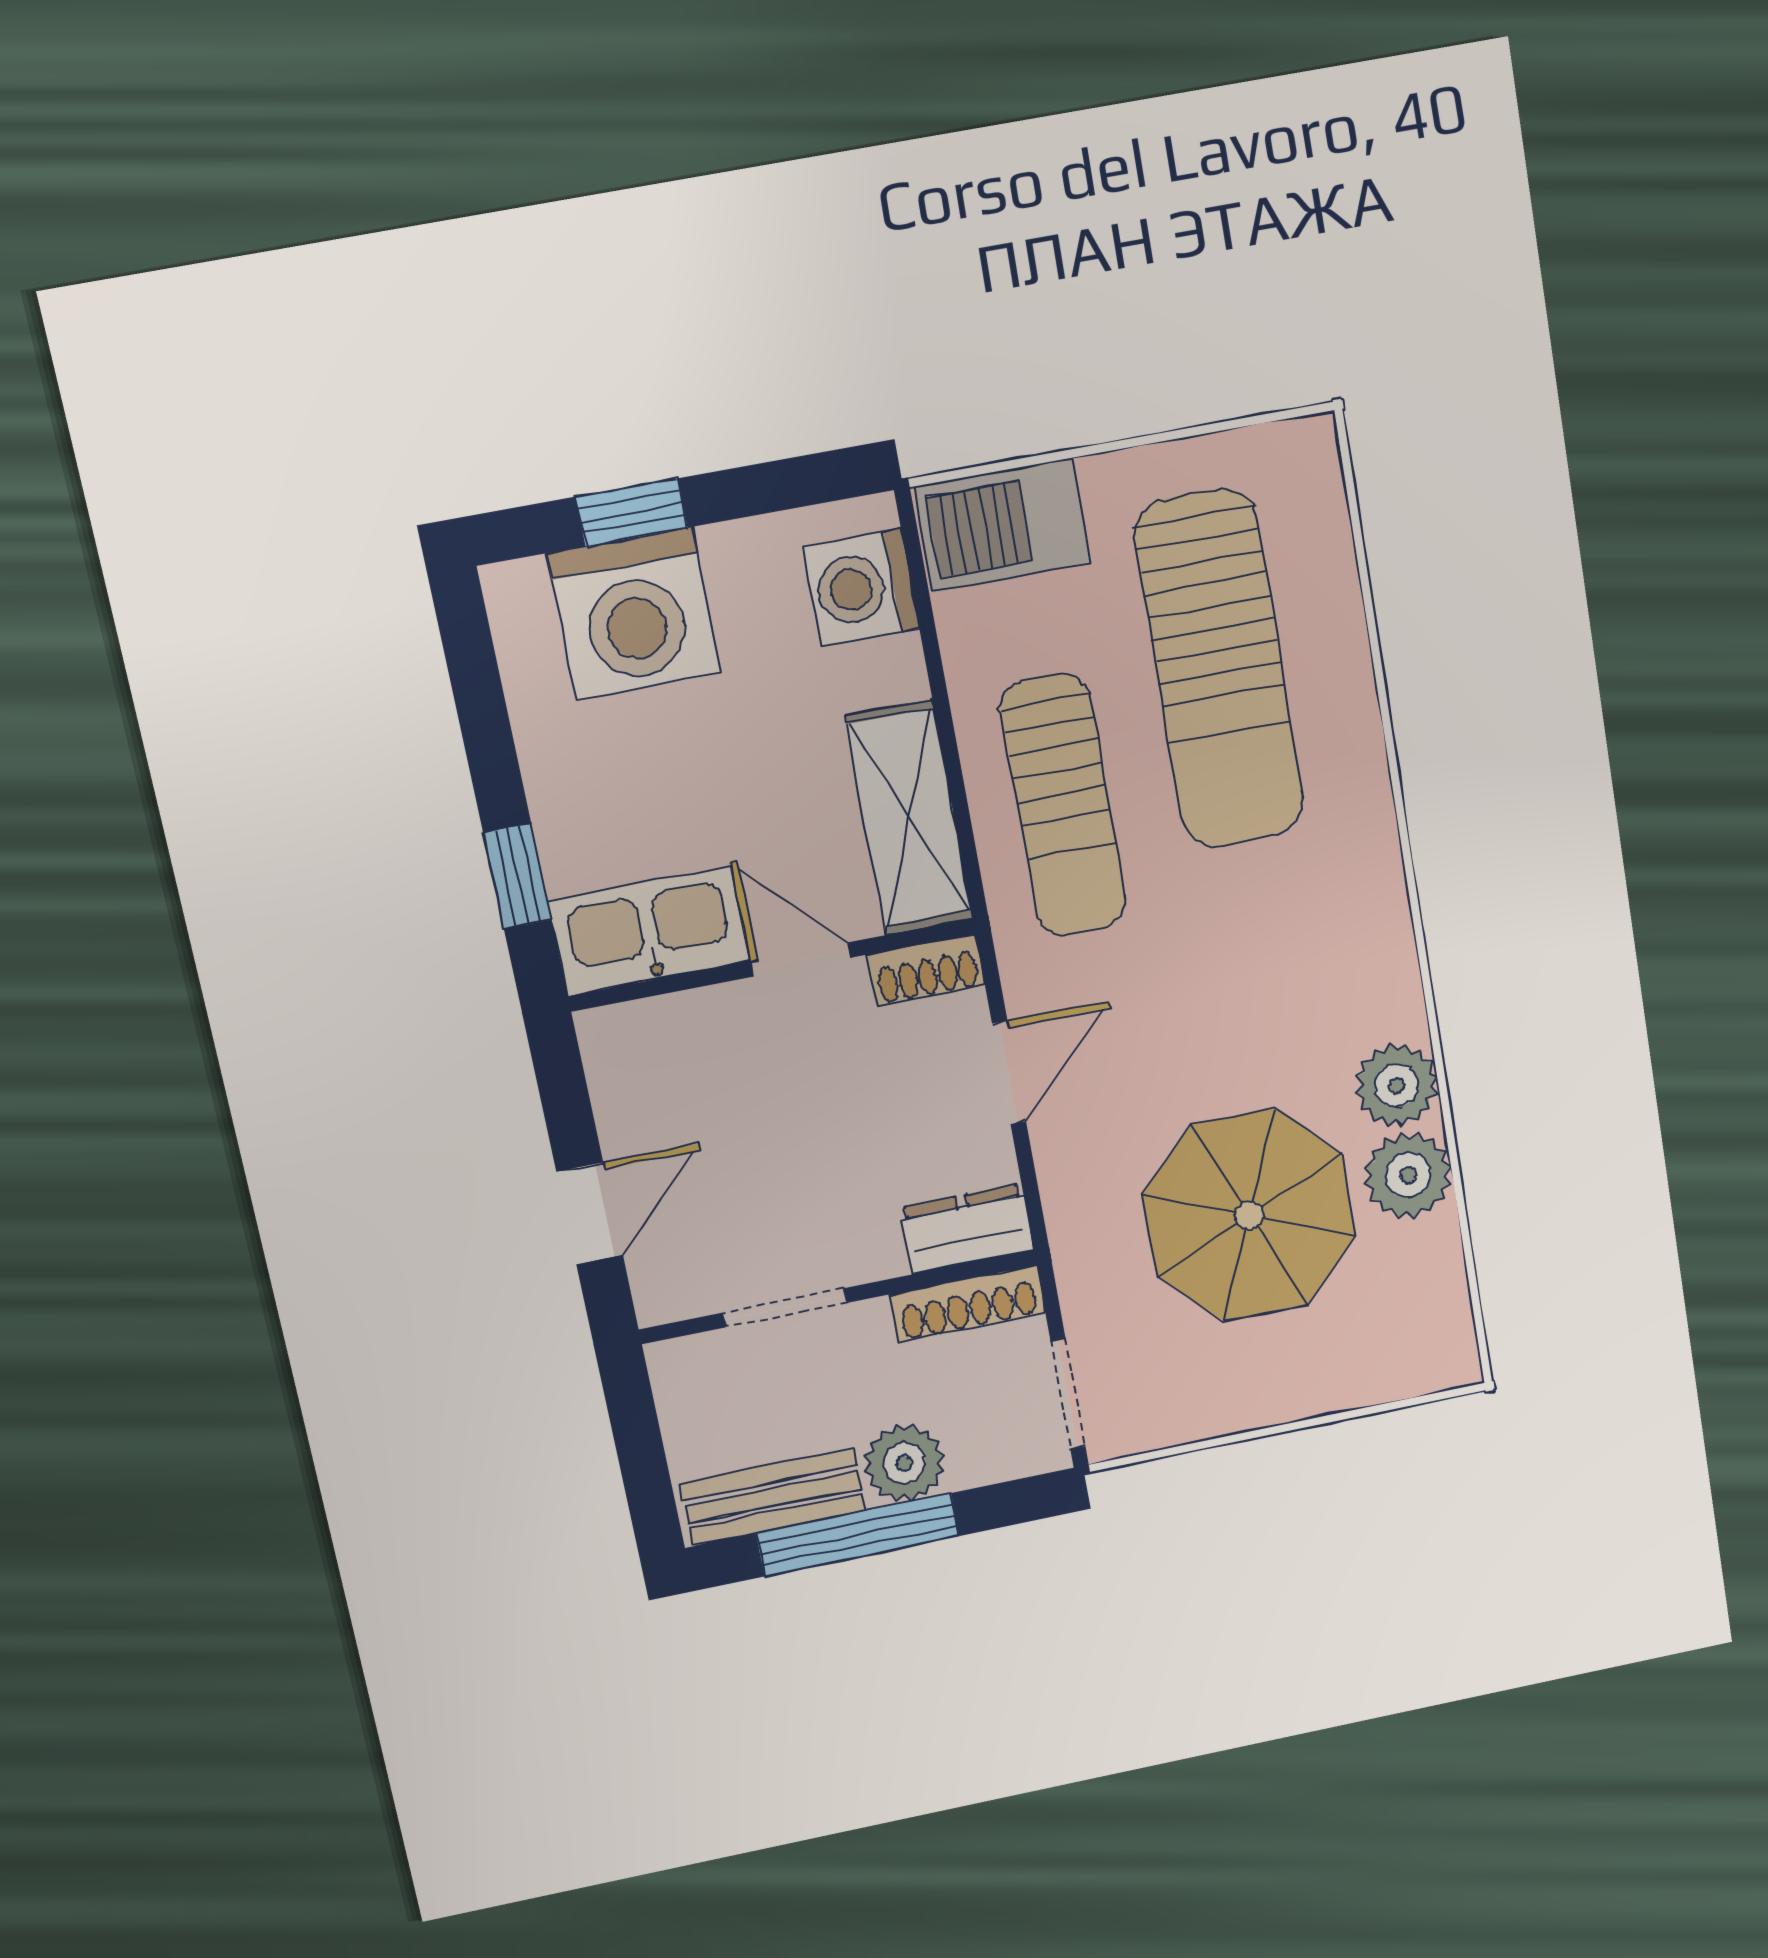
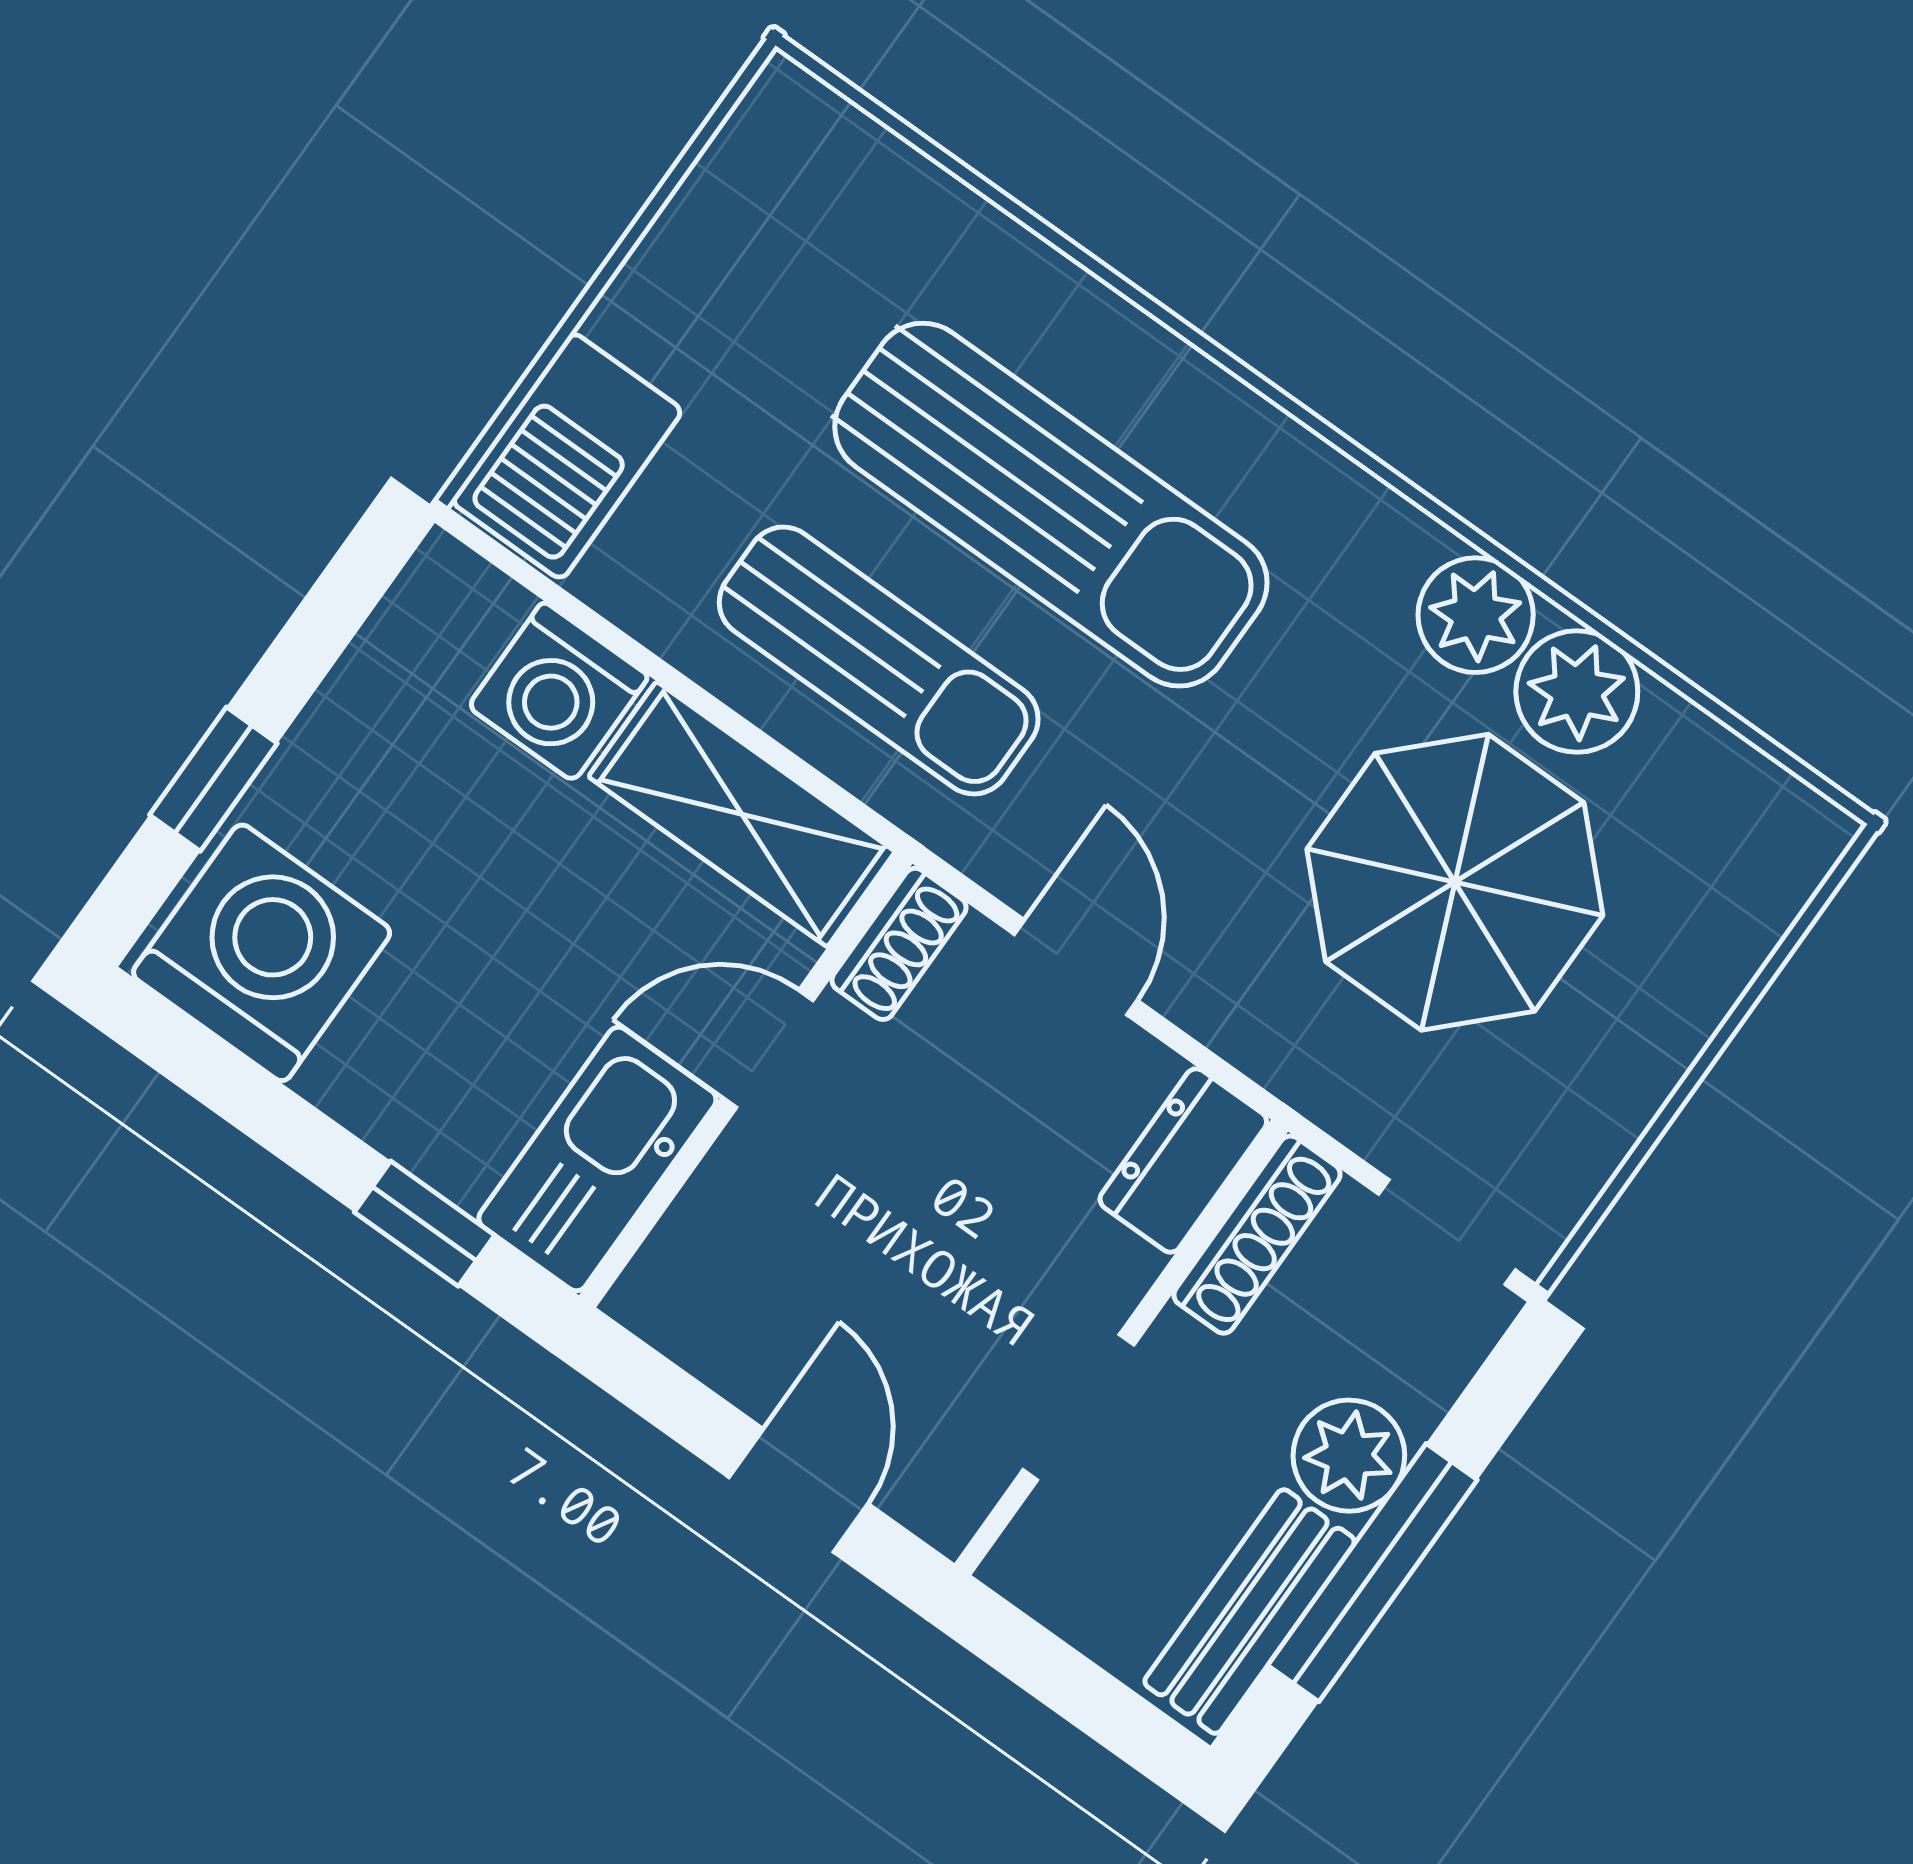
washing machine: (861, 588) -> (558, 691), moved
washing machine: (634, 614) -> (262, 953), moved, turned -90
sun lounger: (1219, 669) -> (1051, 505), moved

